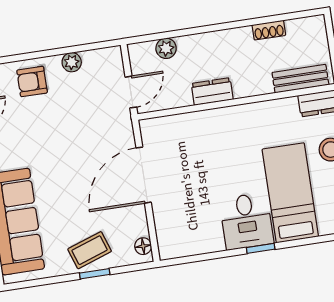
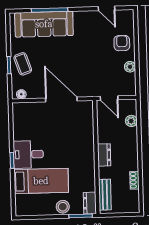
dresser: (212, 91) -> (104, 155), moved

